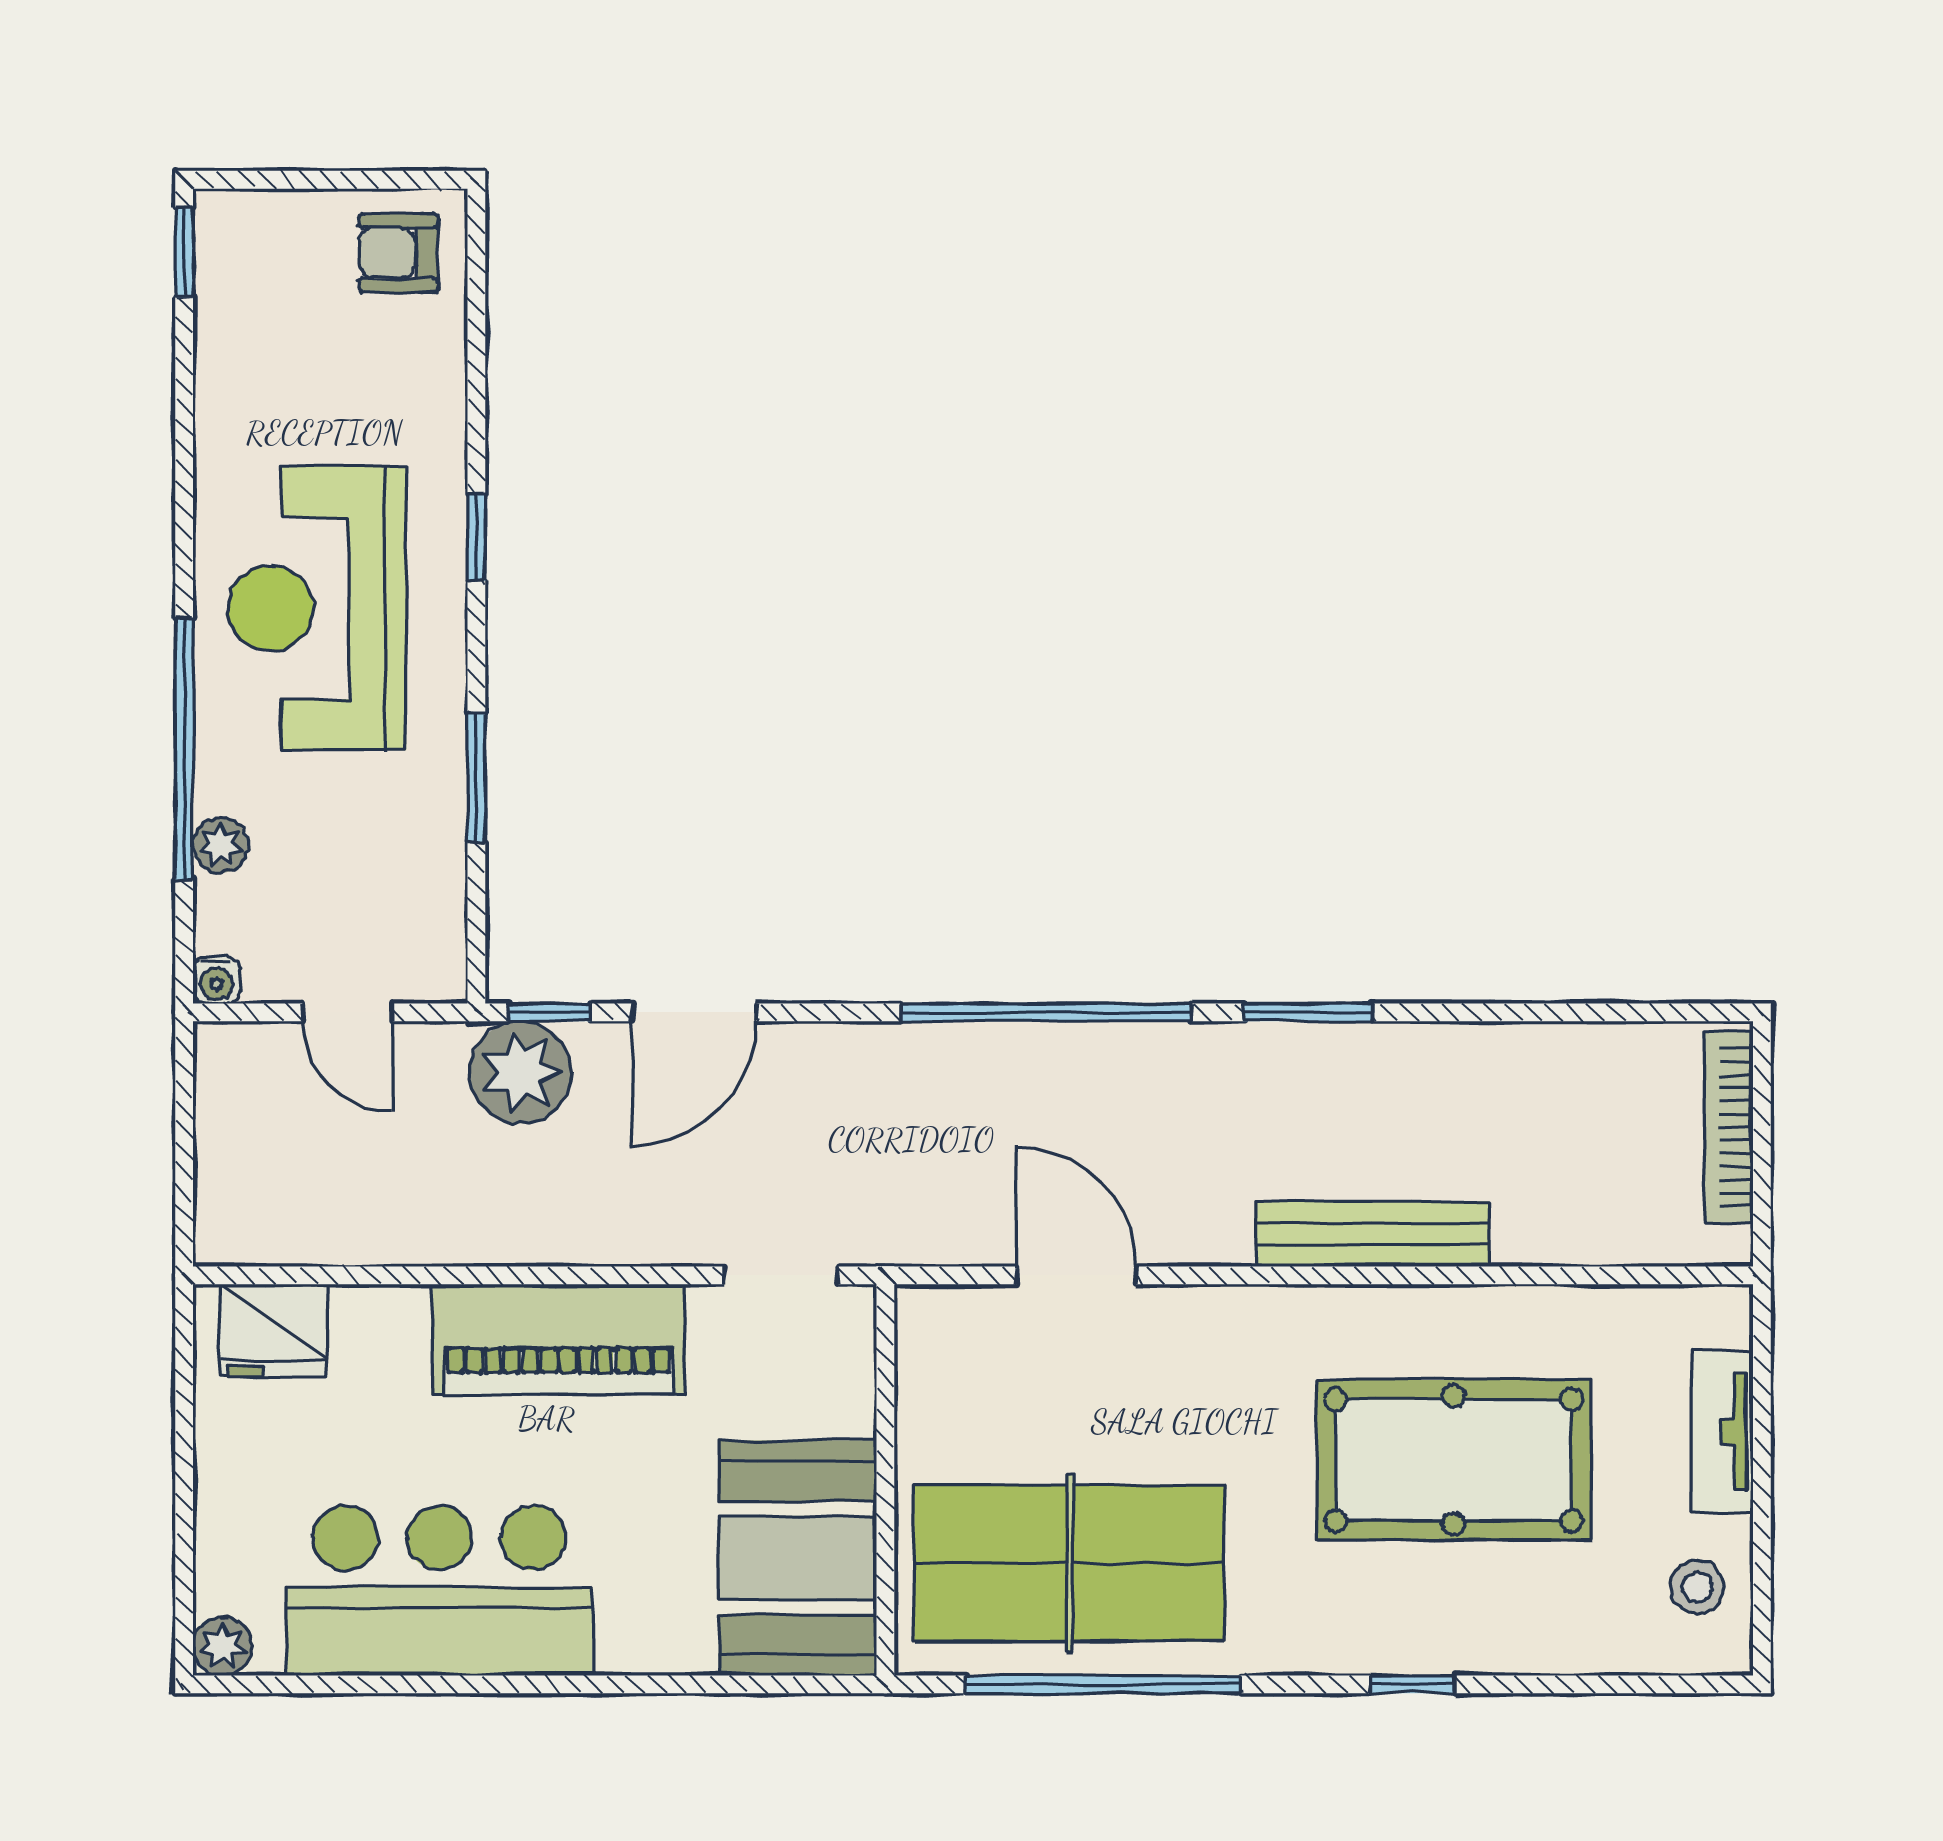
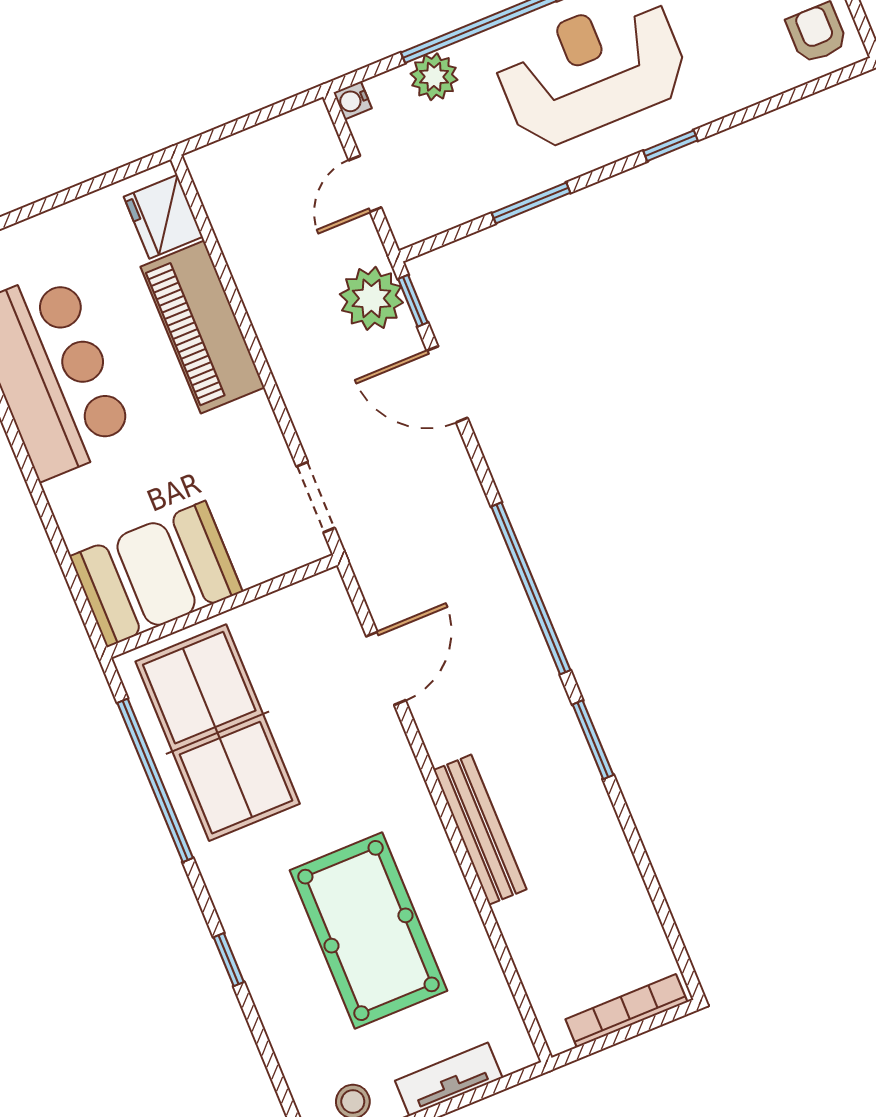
plant: (221, 845) -> (434, 77), width x1.38, depth x1.38
piano: (558, 1339) -> (203, 327), moved

